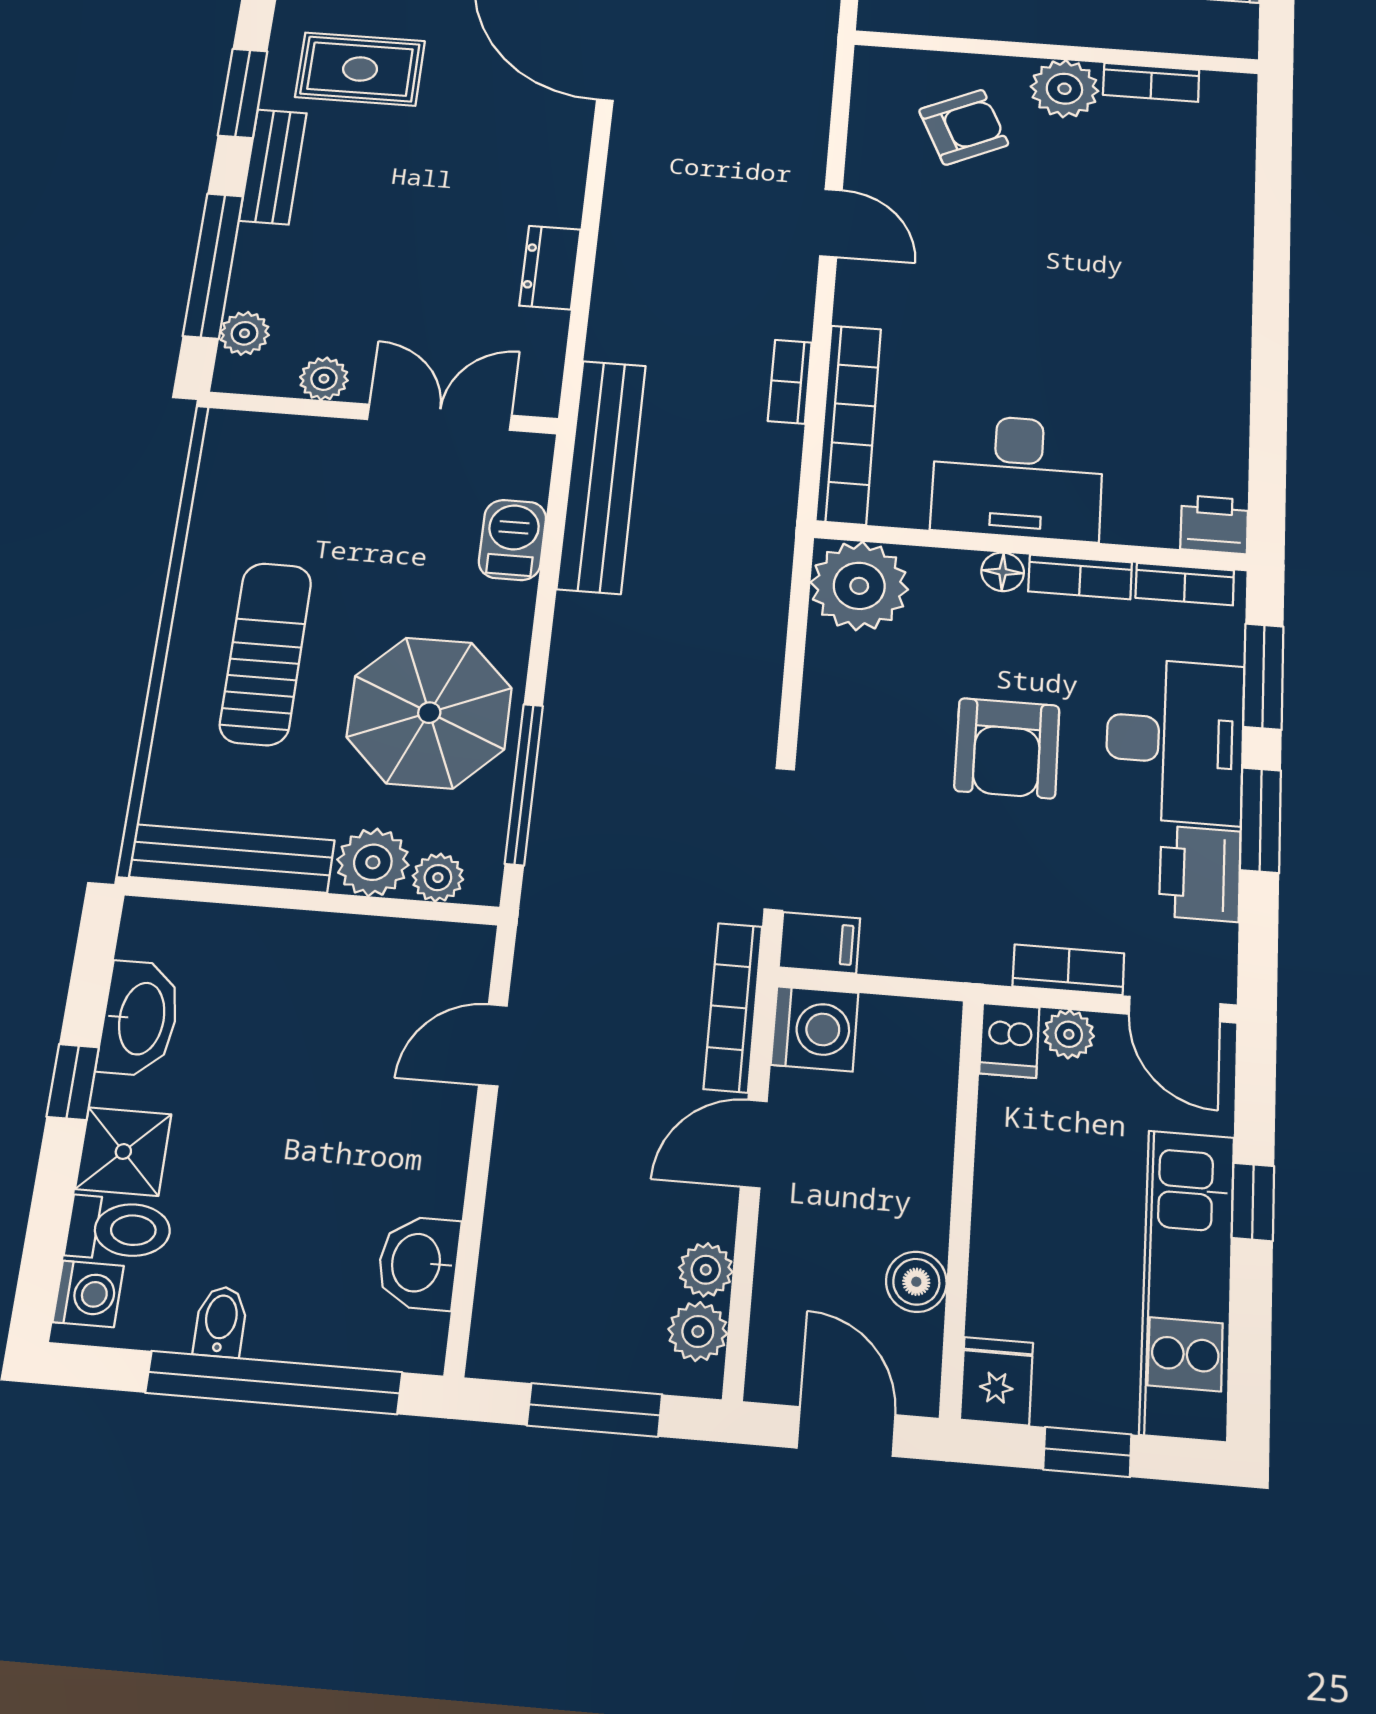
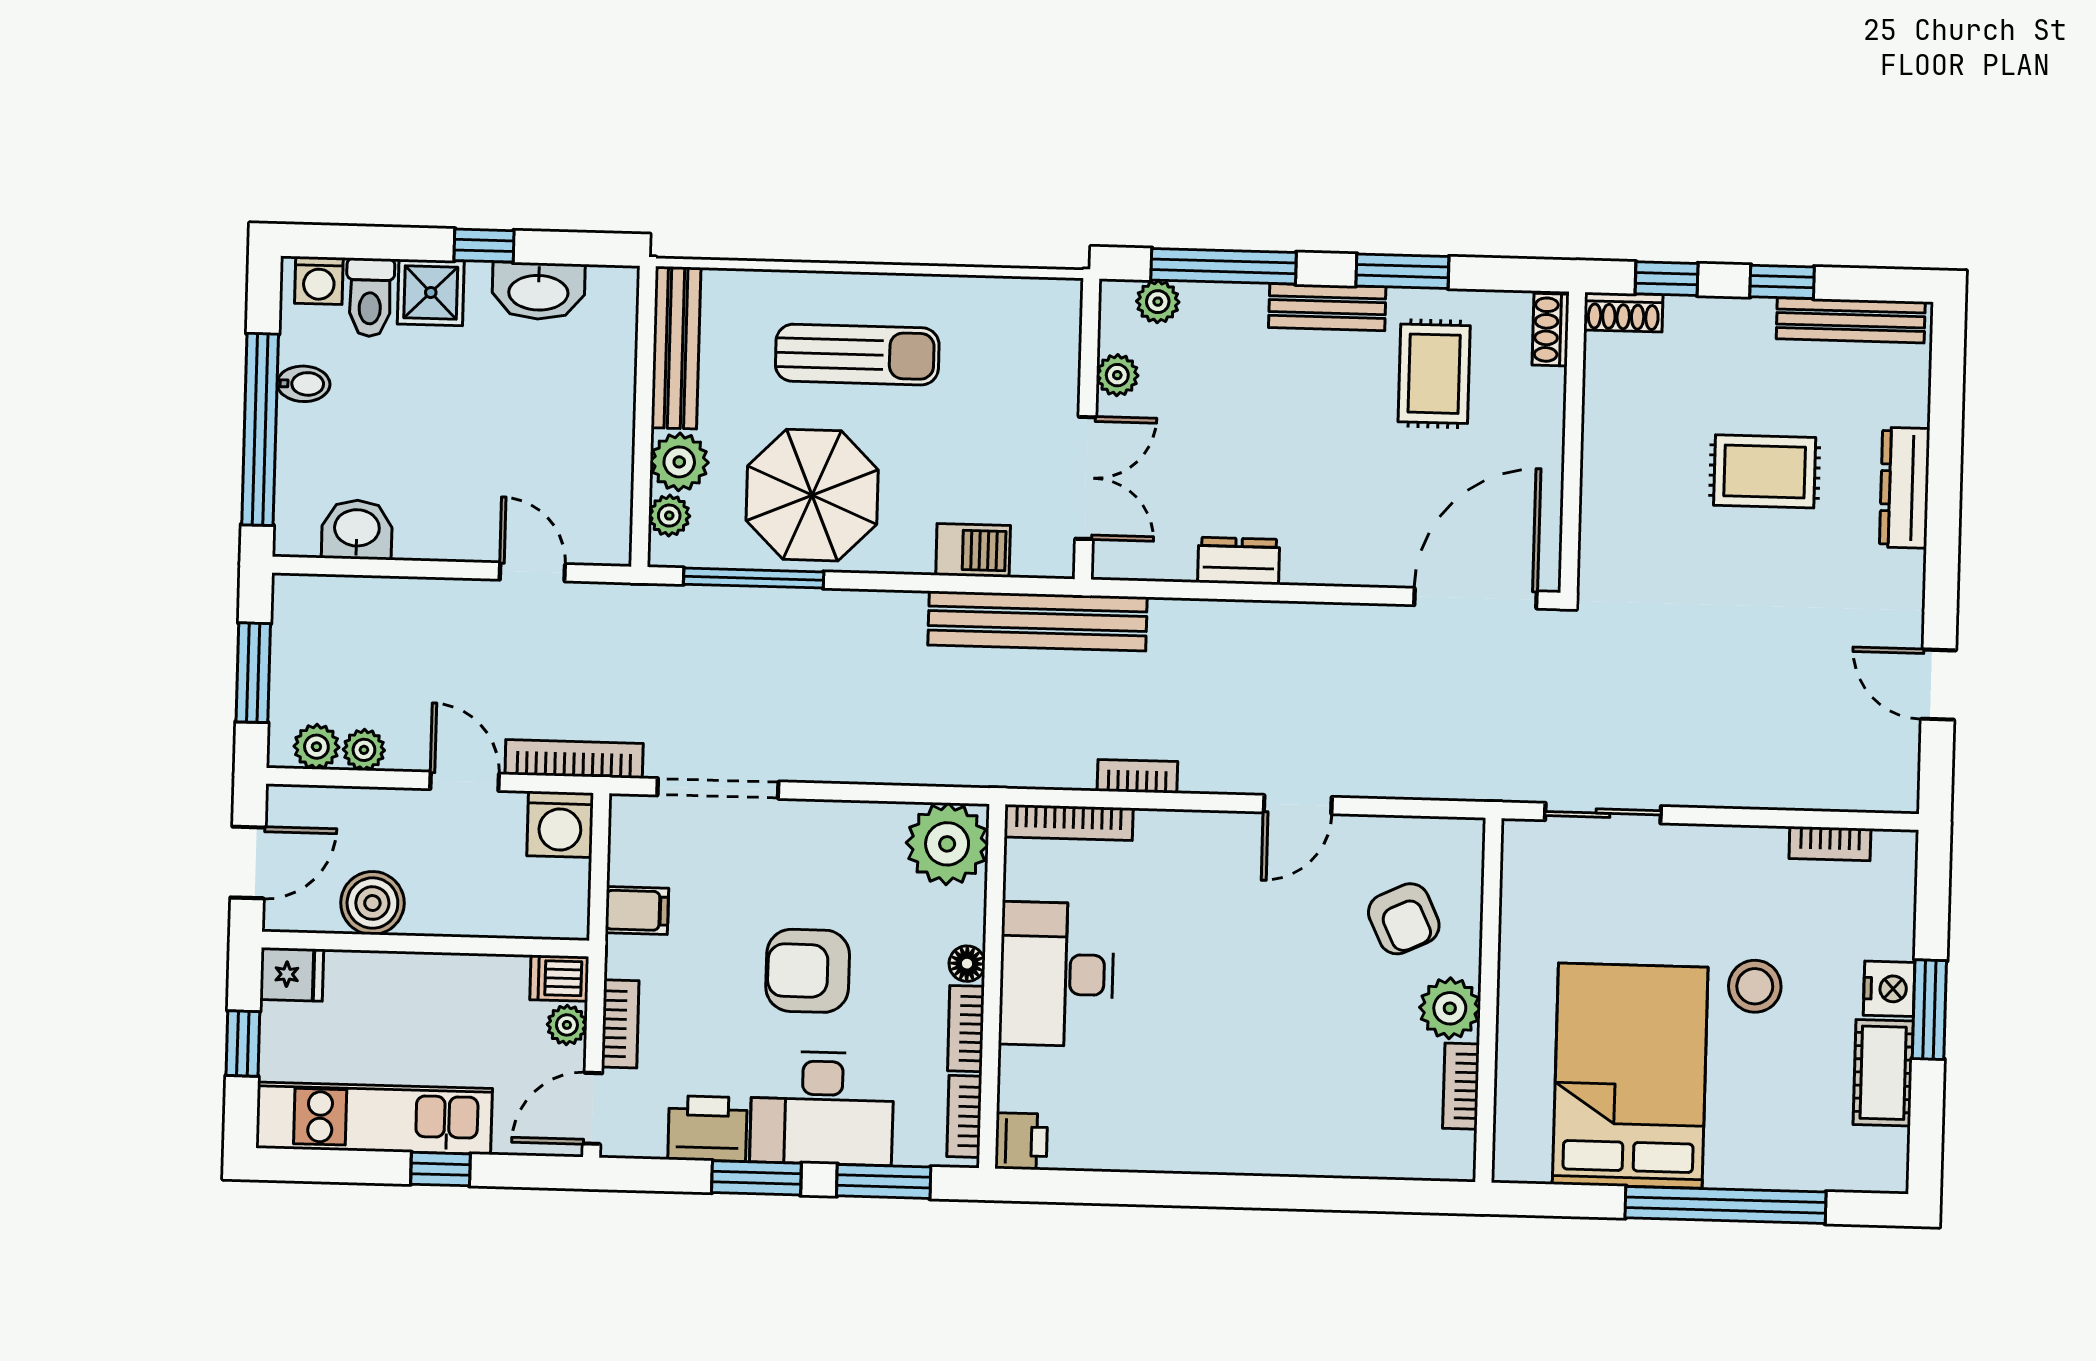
bookcase: (848, 424) -> (1069, 823), width x0.68, depth x0.76
filing cabinet: (820, 943) -> (637, 910), moved, turned -90
boiler: (916, 1282) -> (372, 903), width x1.36, depth x1.36

